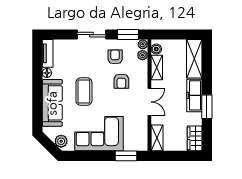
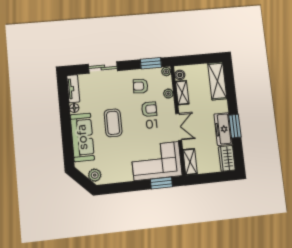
sliding door: (91, 35) -> (103, 67), moved
plant: (142, 55) -> (168, 94), moved
armchair: (115, 57) -> (141, 86), turned -87
armchair: (121, 81) -> (149, 109), turned -90
freezer: (194, 95) -> (223, 129), moved
corner sofa: (99, 134) -> (156, 161), moved

